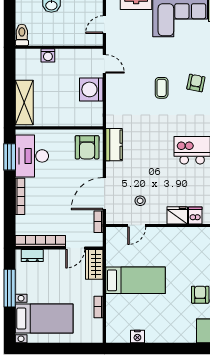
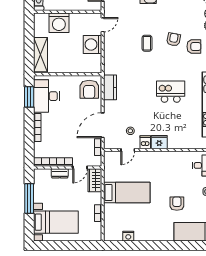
washing machine: (48, 55) -> (59, 23), width x1.89, depth x1.89
door: (104, 64) -> (103, 25), hinge flipped
dishwasher: (195, 215) -> (145, 142), moved
dresser: (32, 256) -> (60, 173), moved

